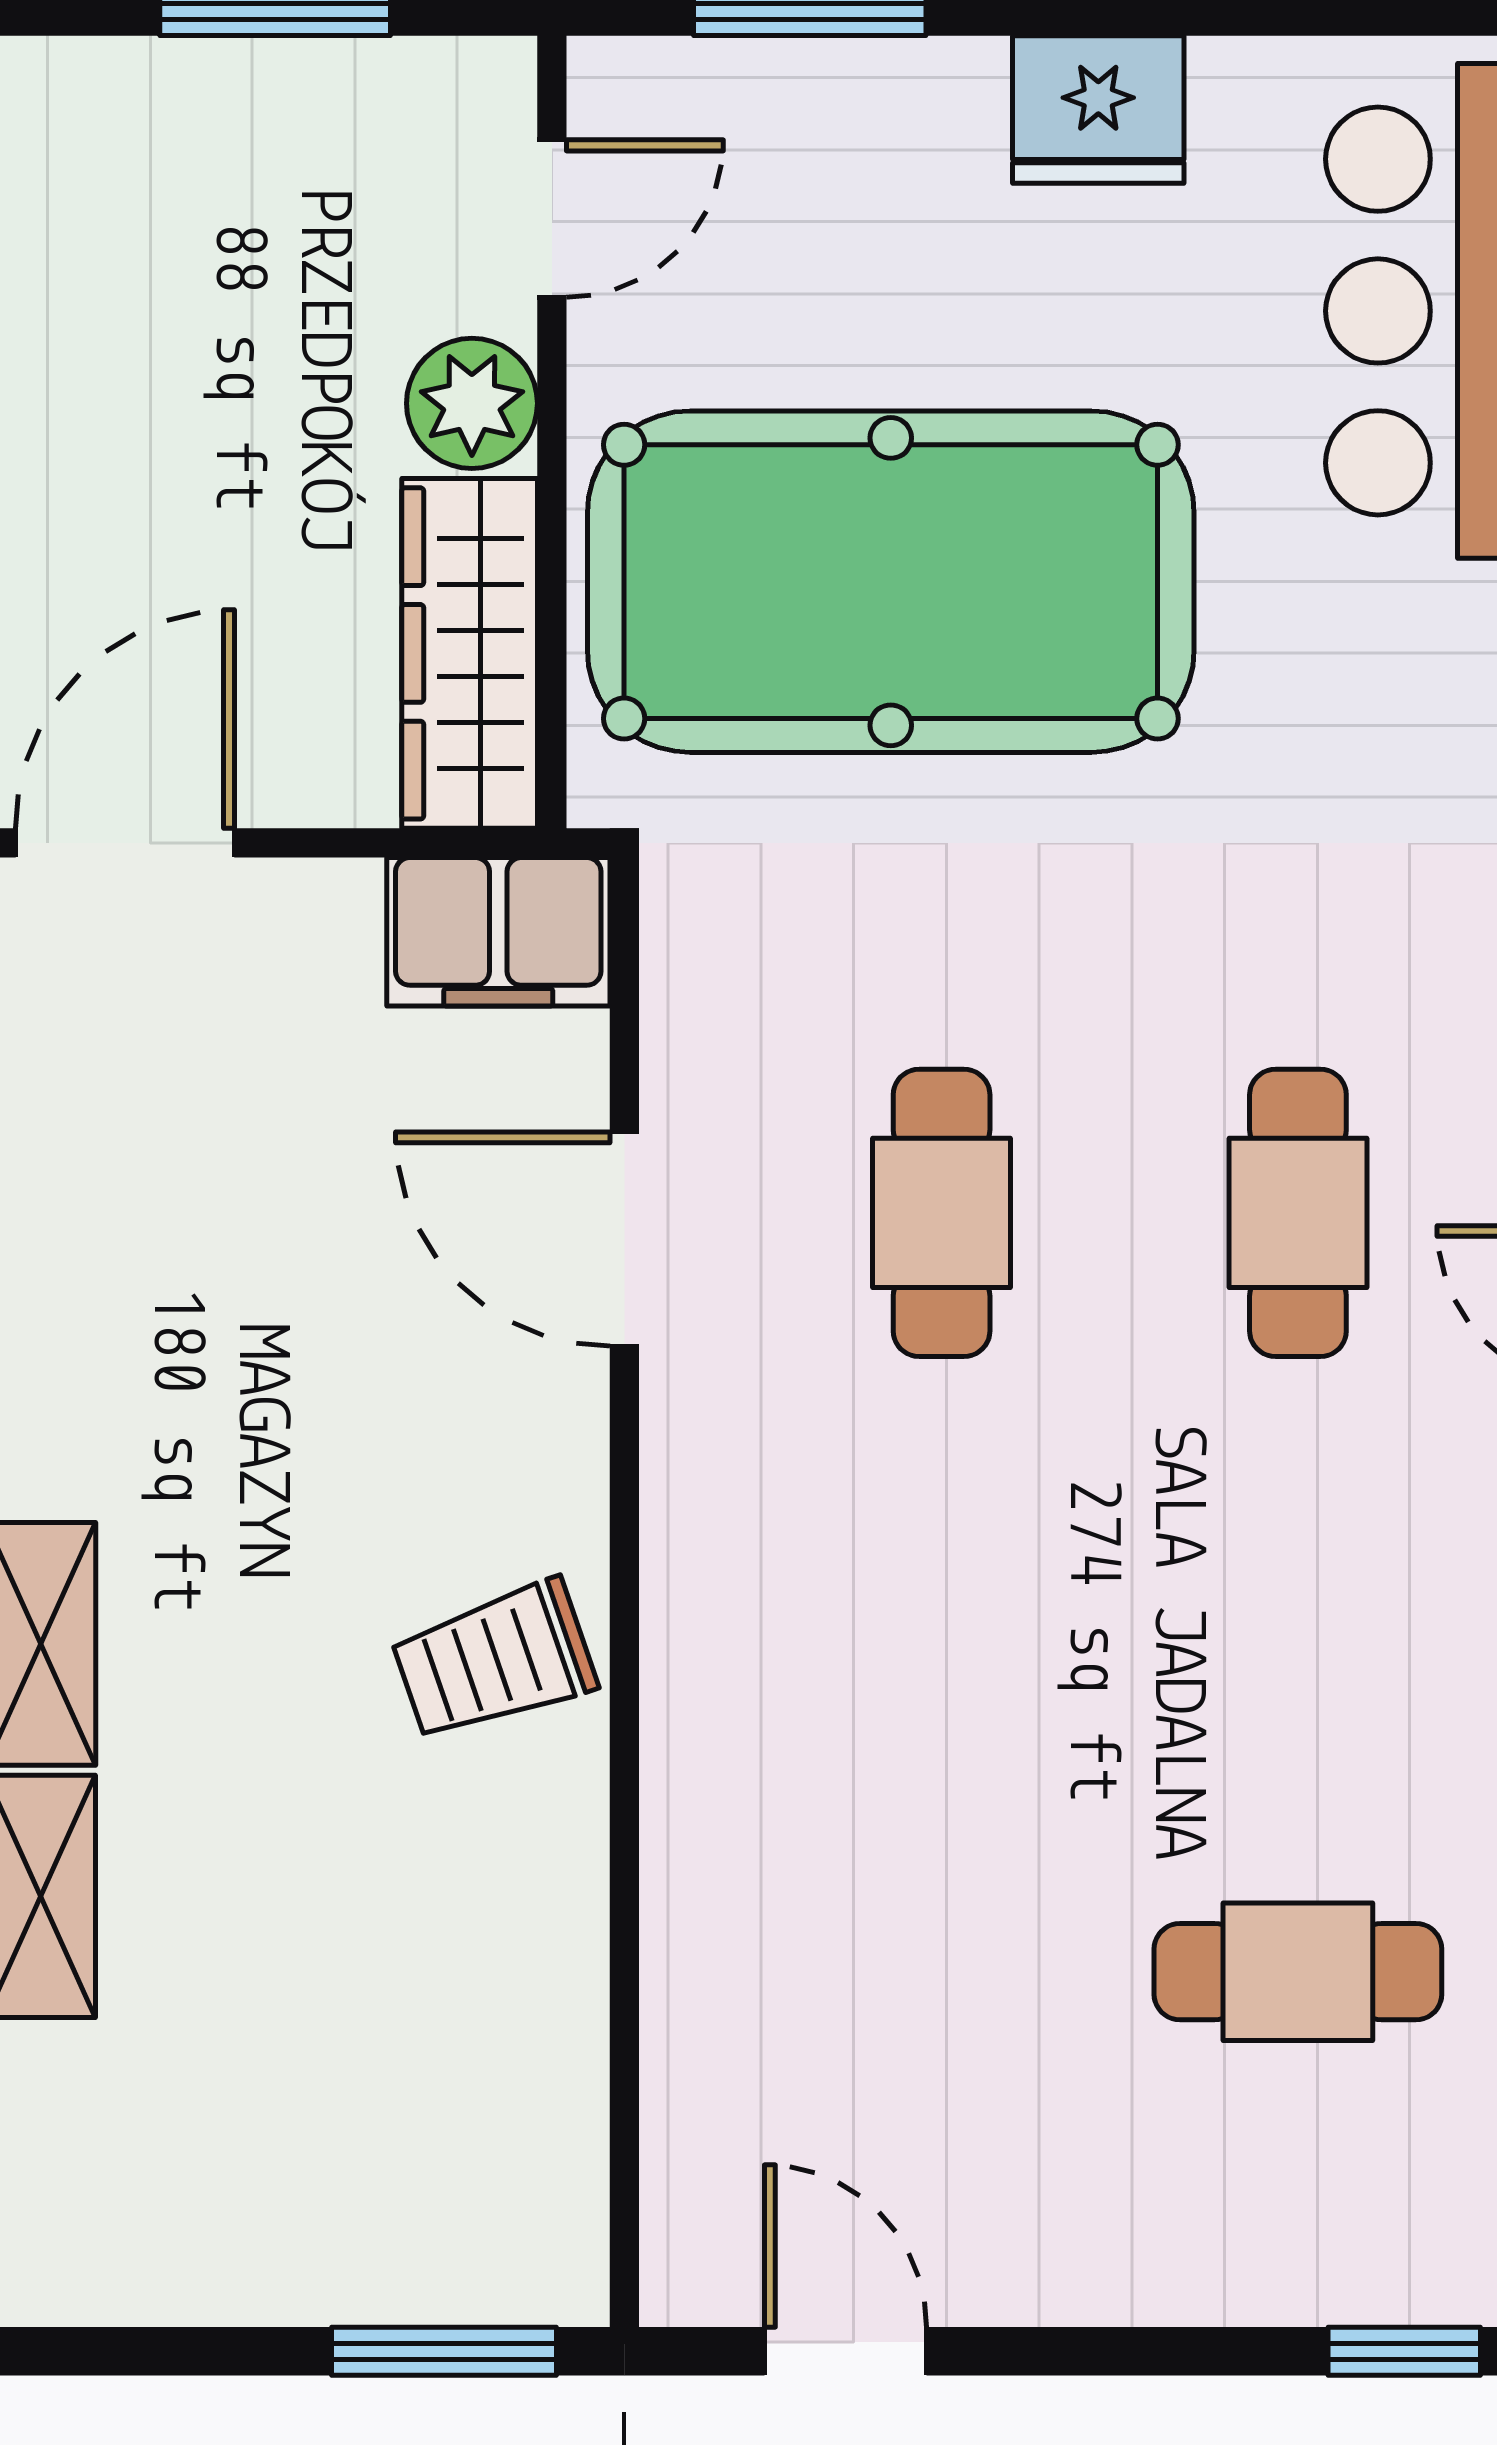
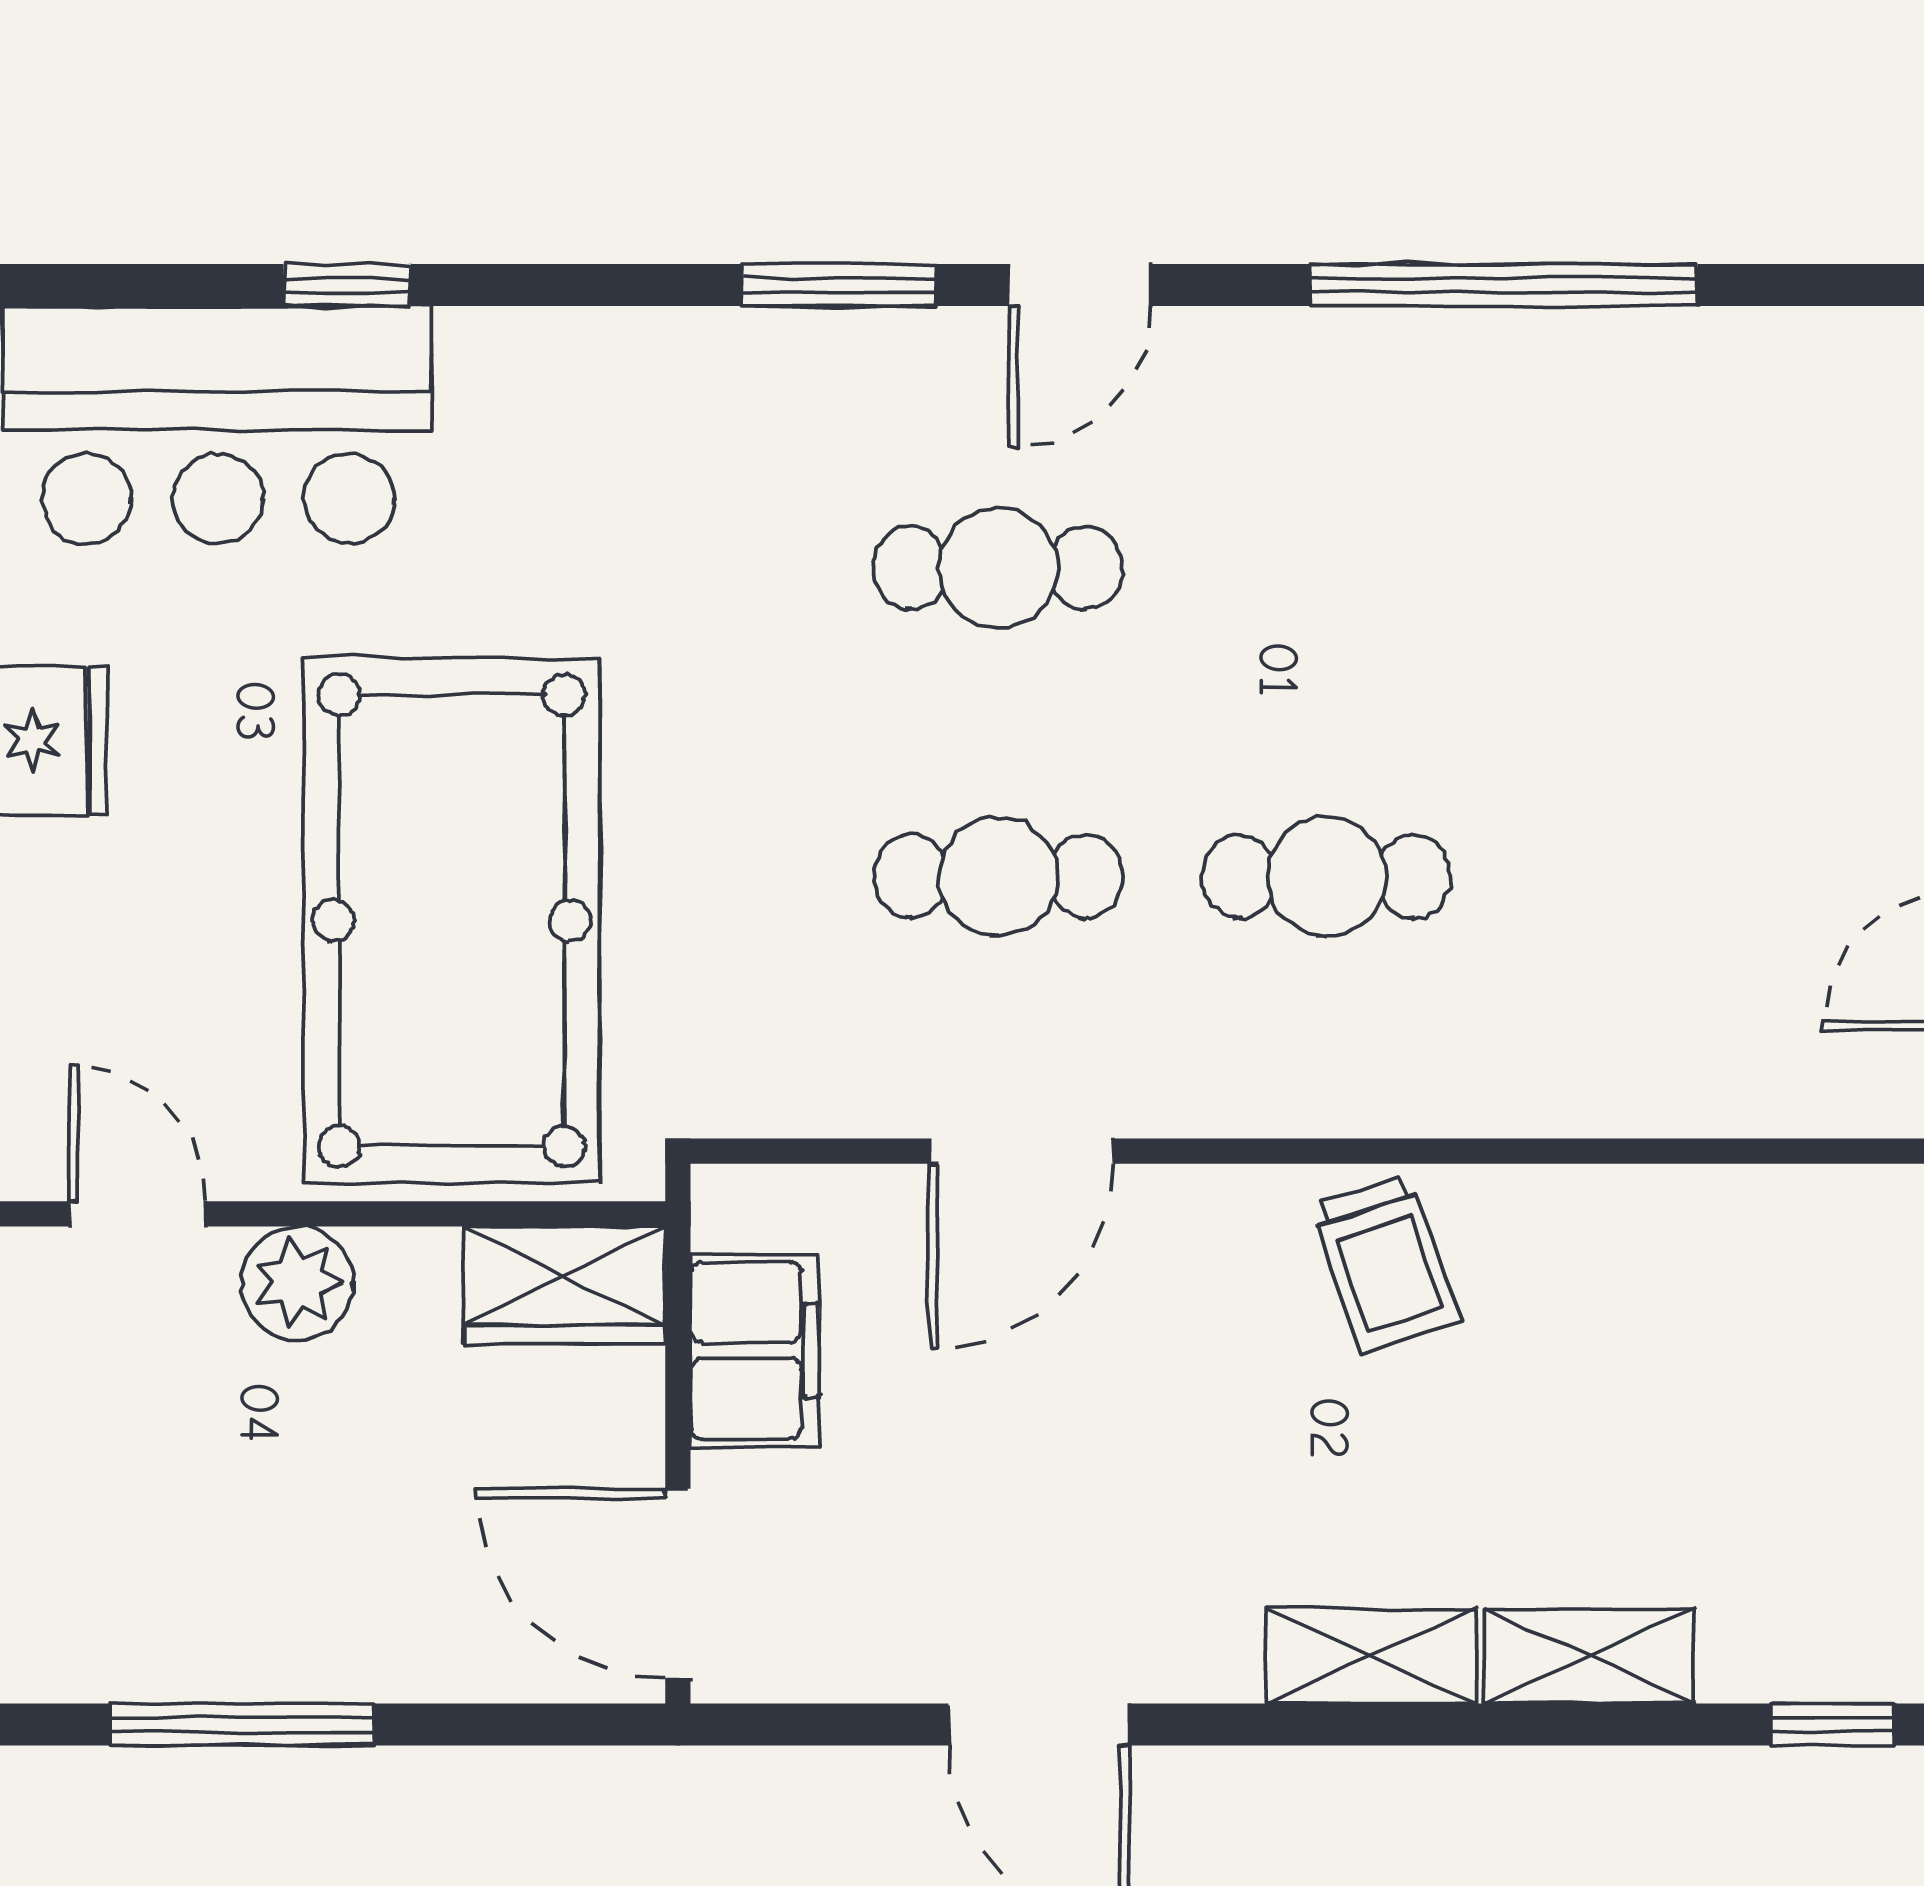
wardrobe: (470, 653) -> (564, 1285), width x0.67
filing cabinet: (498, 932) -> (755, 1350), moved
cafe table: (1298, 1972) -> (1327, 876), moved, turned 90

